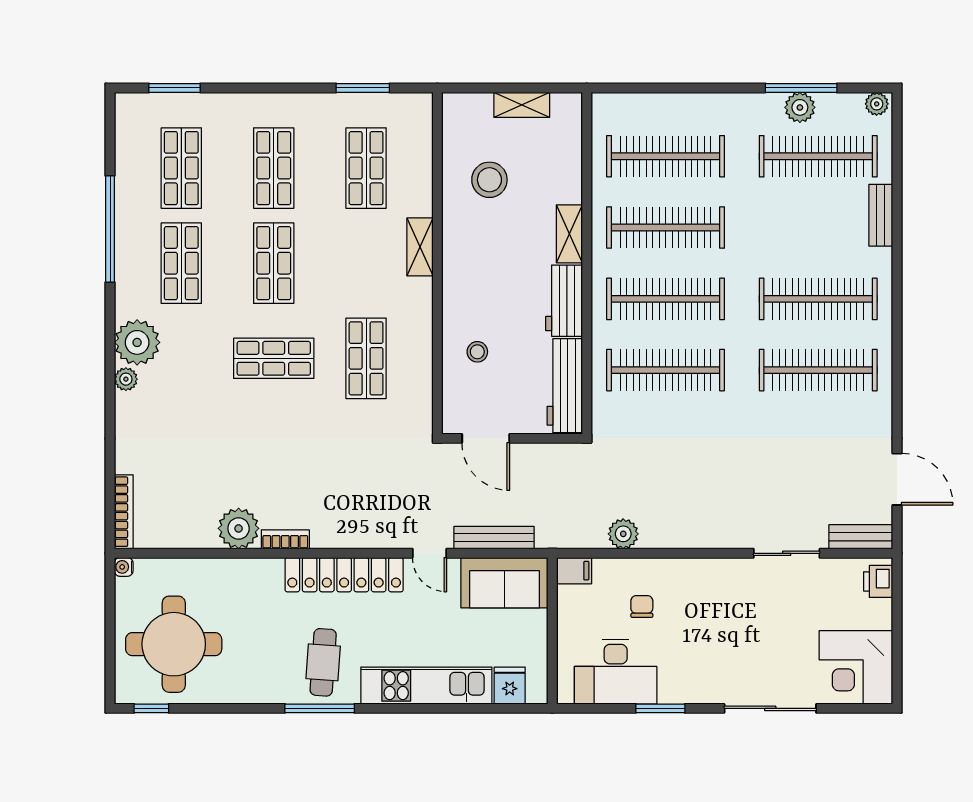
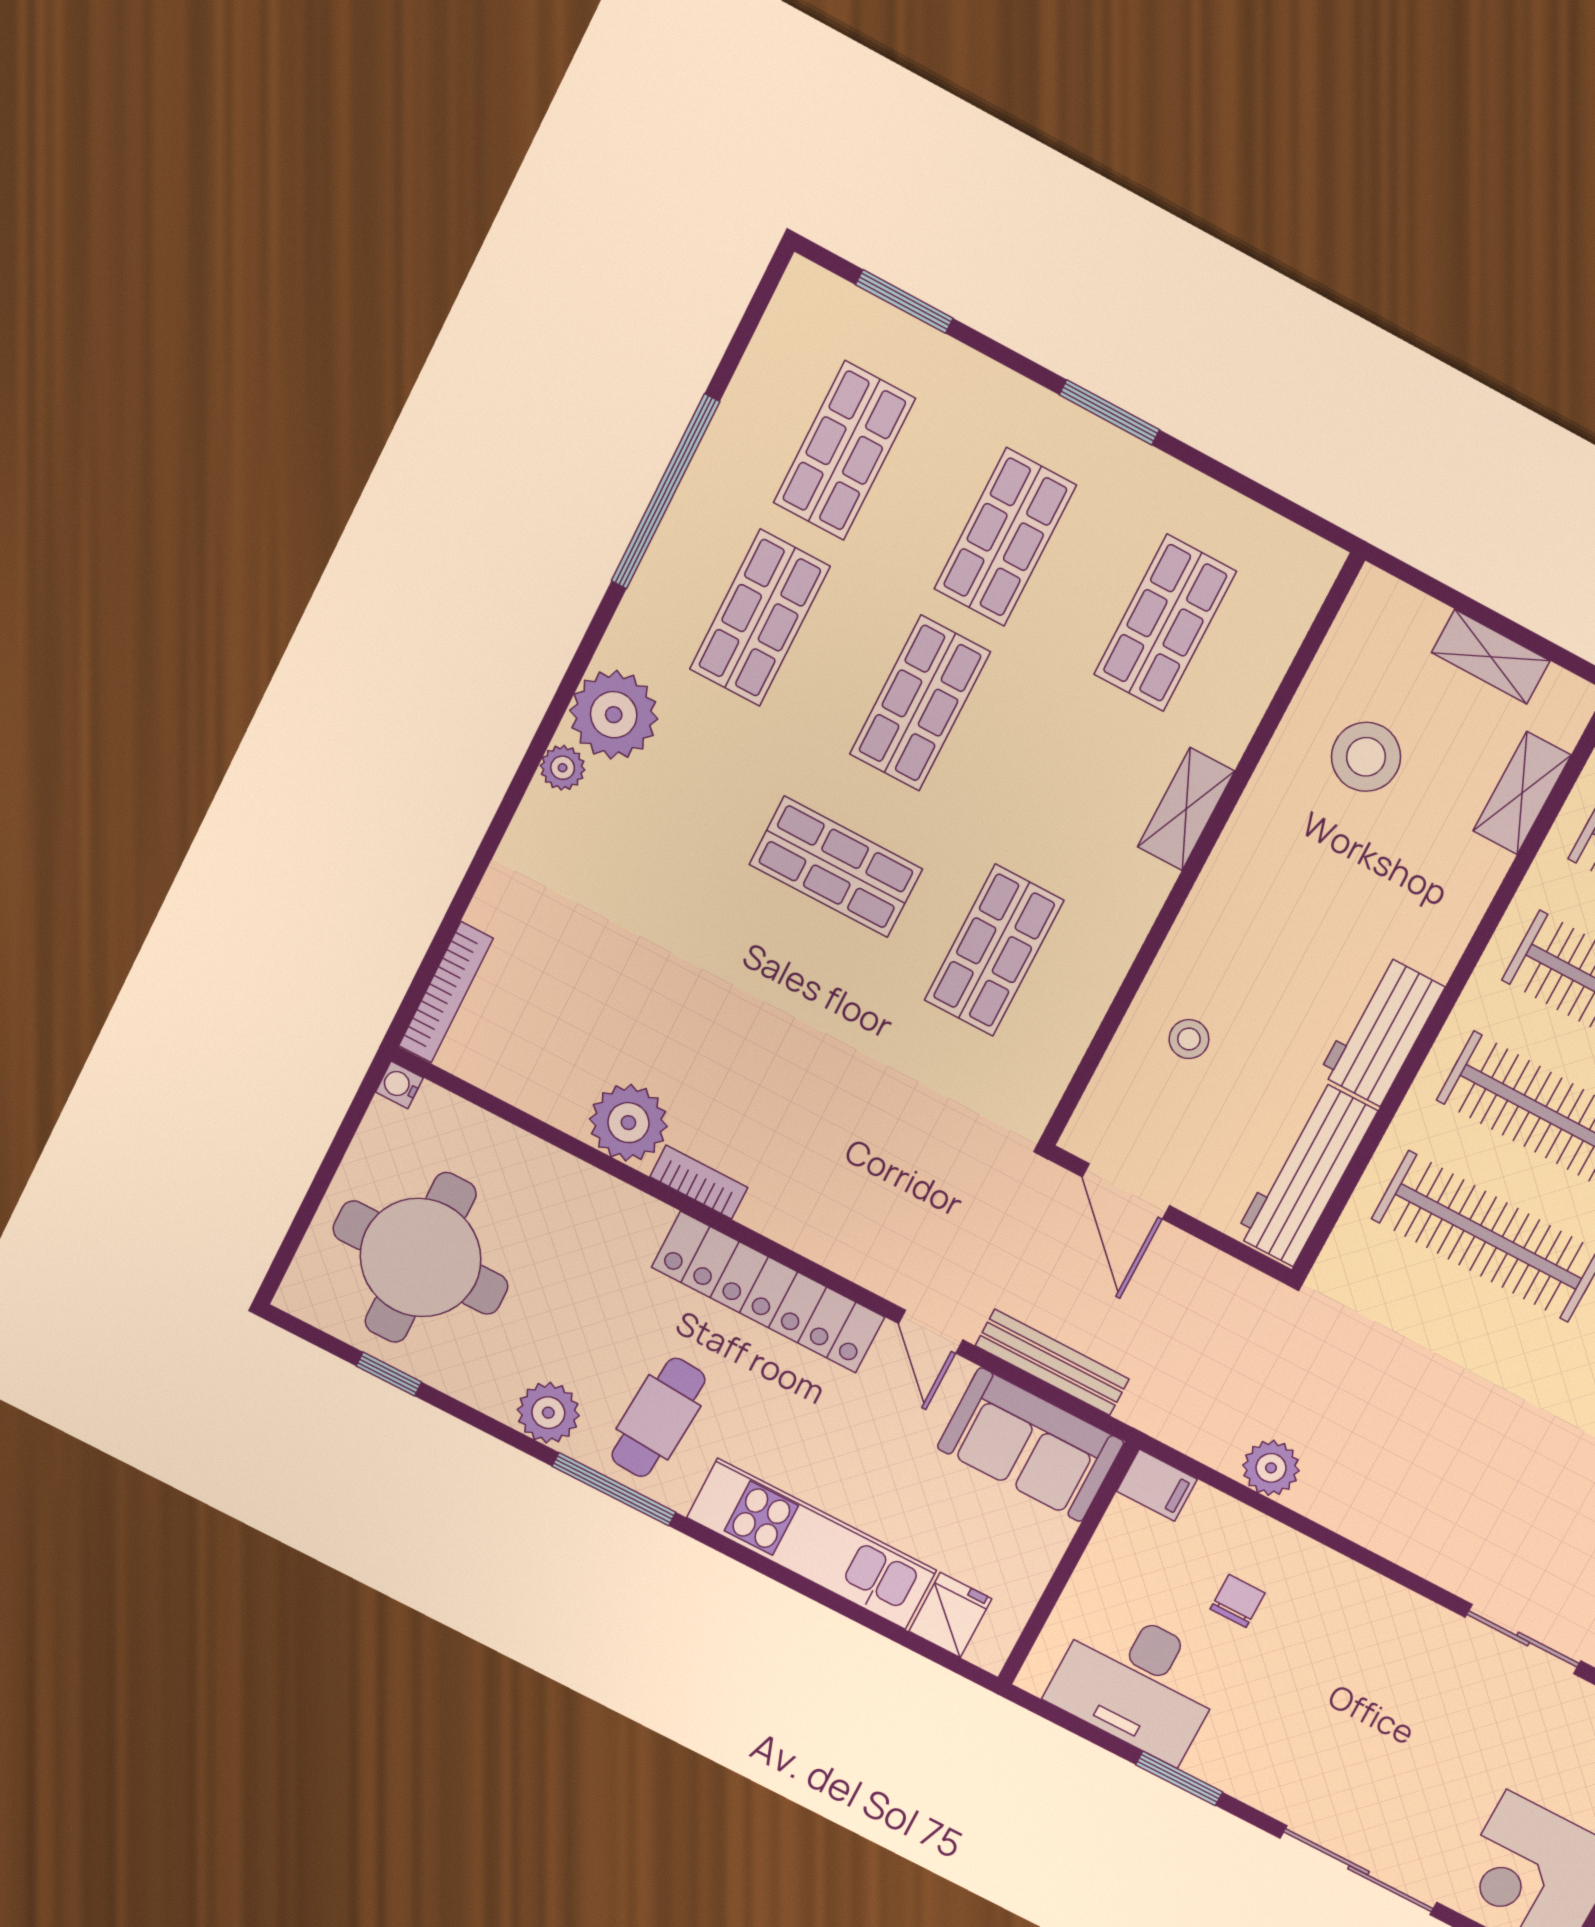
window: (363, 88) -> (1109, 412), moved
shelving: (569, 234) -> (1522, 793), moved
plant: (270, 687) -> (548, 1413), added
window: (151, 708) -> (389, 1374), moved

